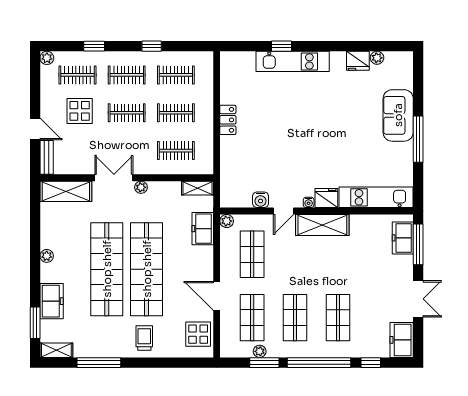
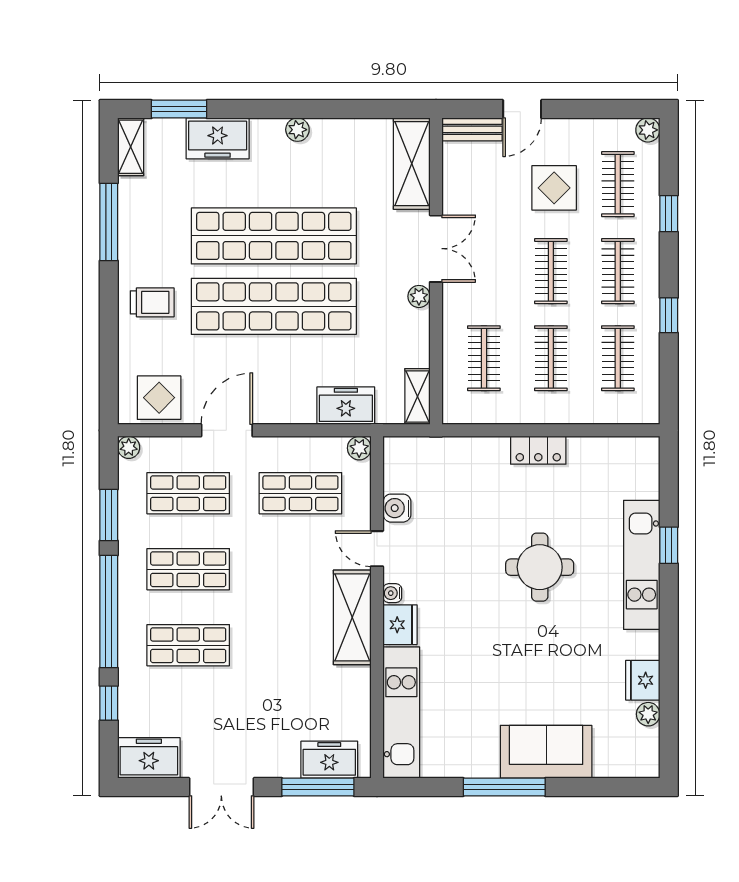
round table: (294, 119) -> (540, 567), added
plant: (260, 351) -> (129, 447), moved

